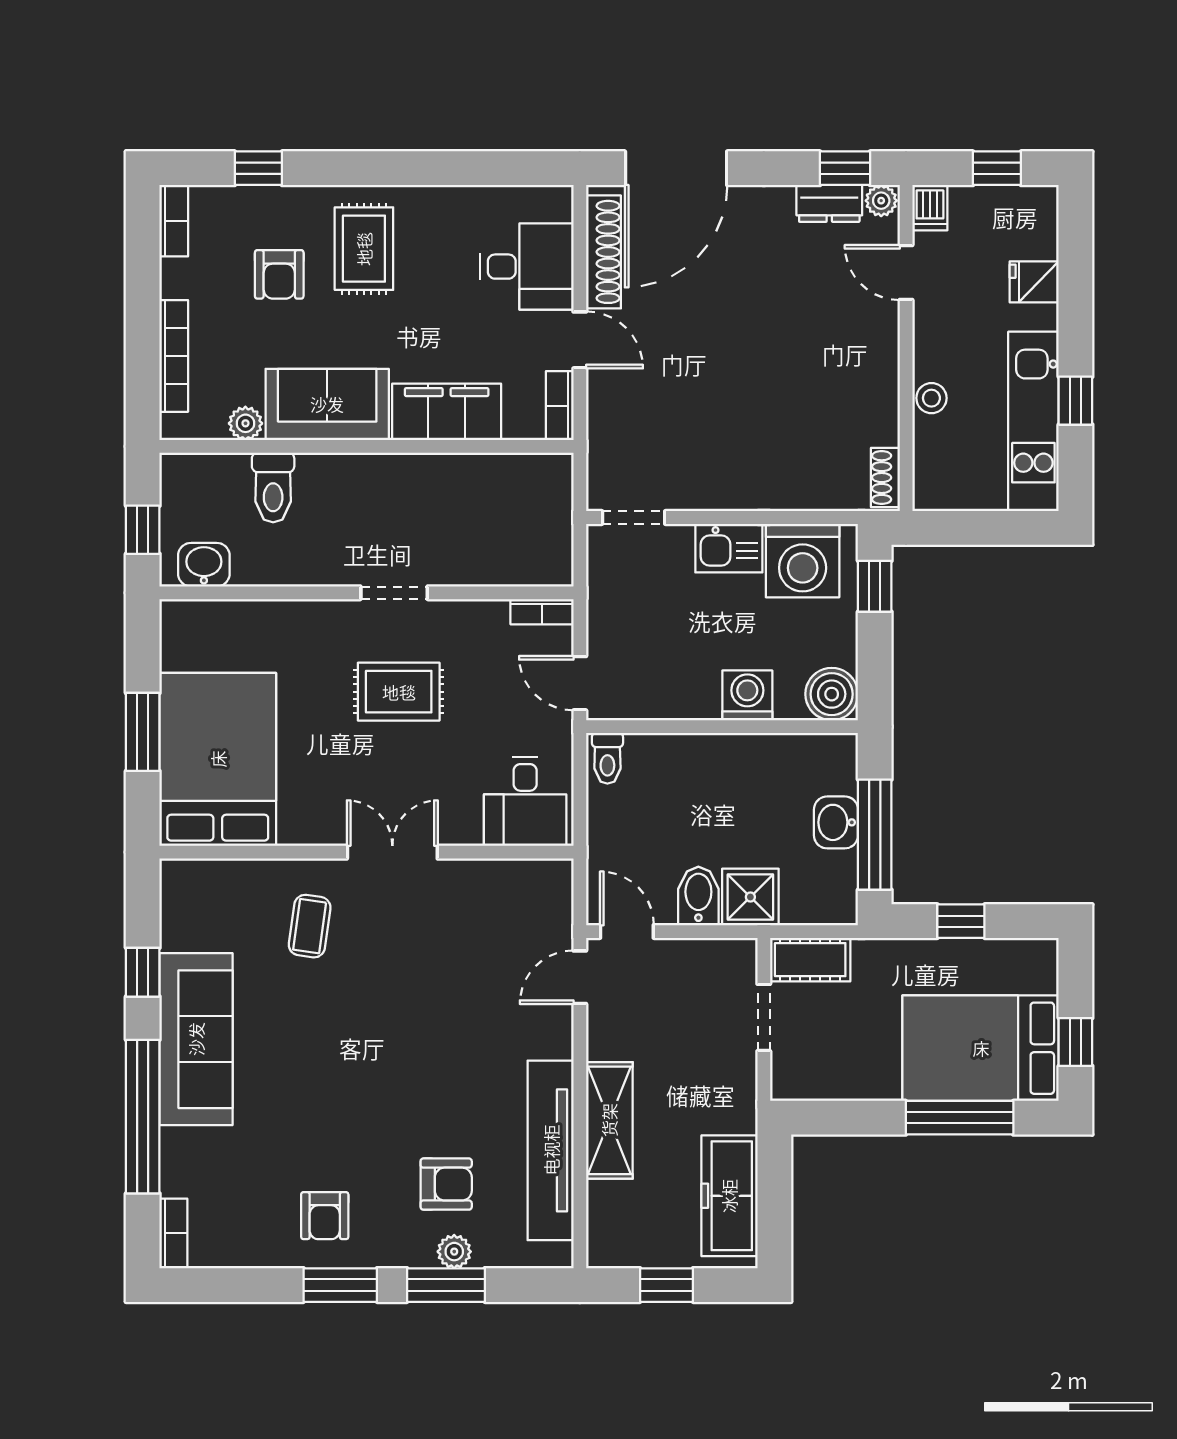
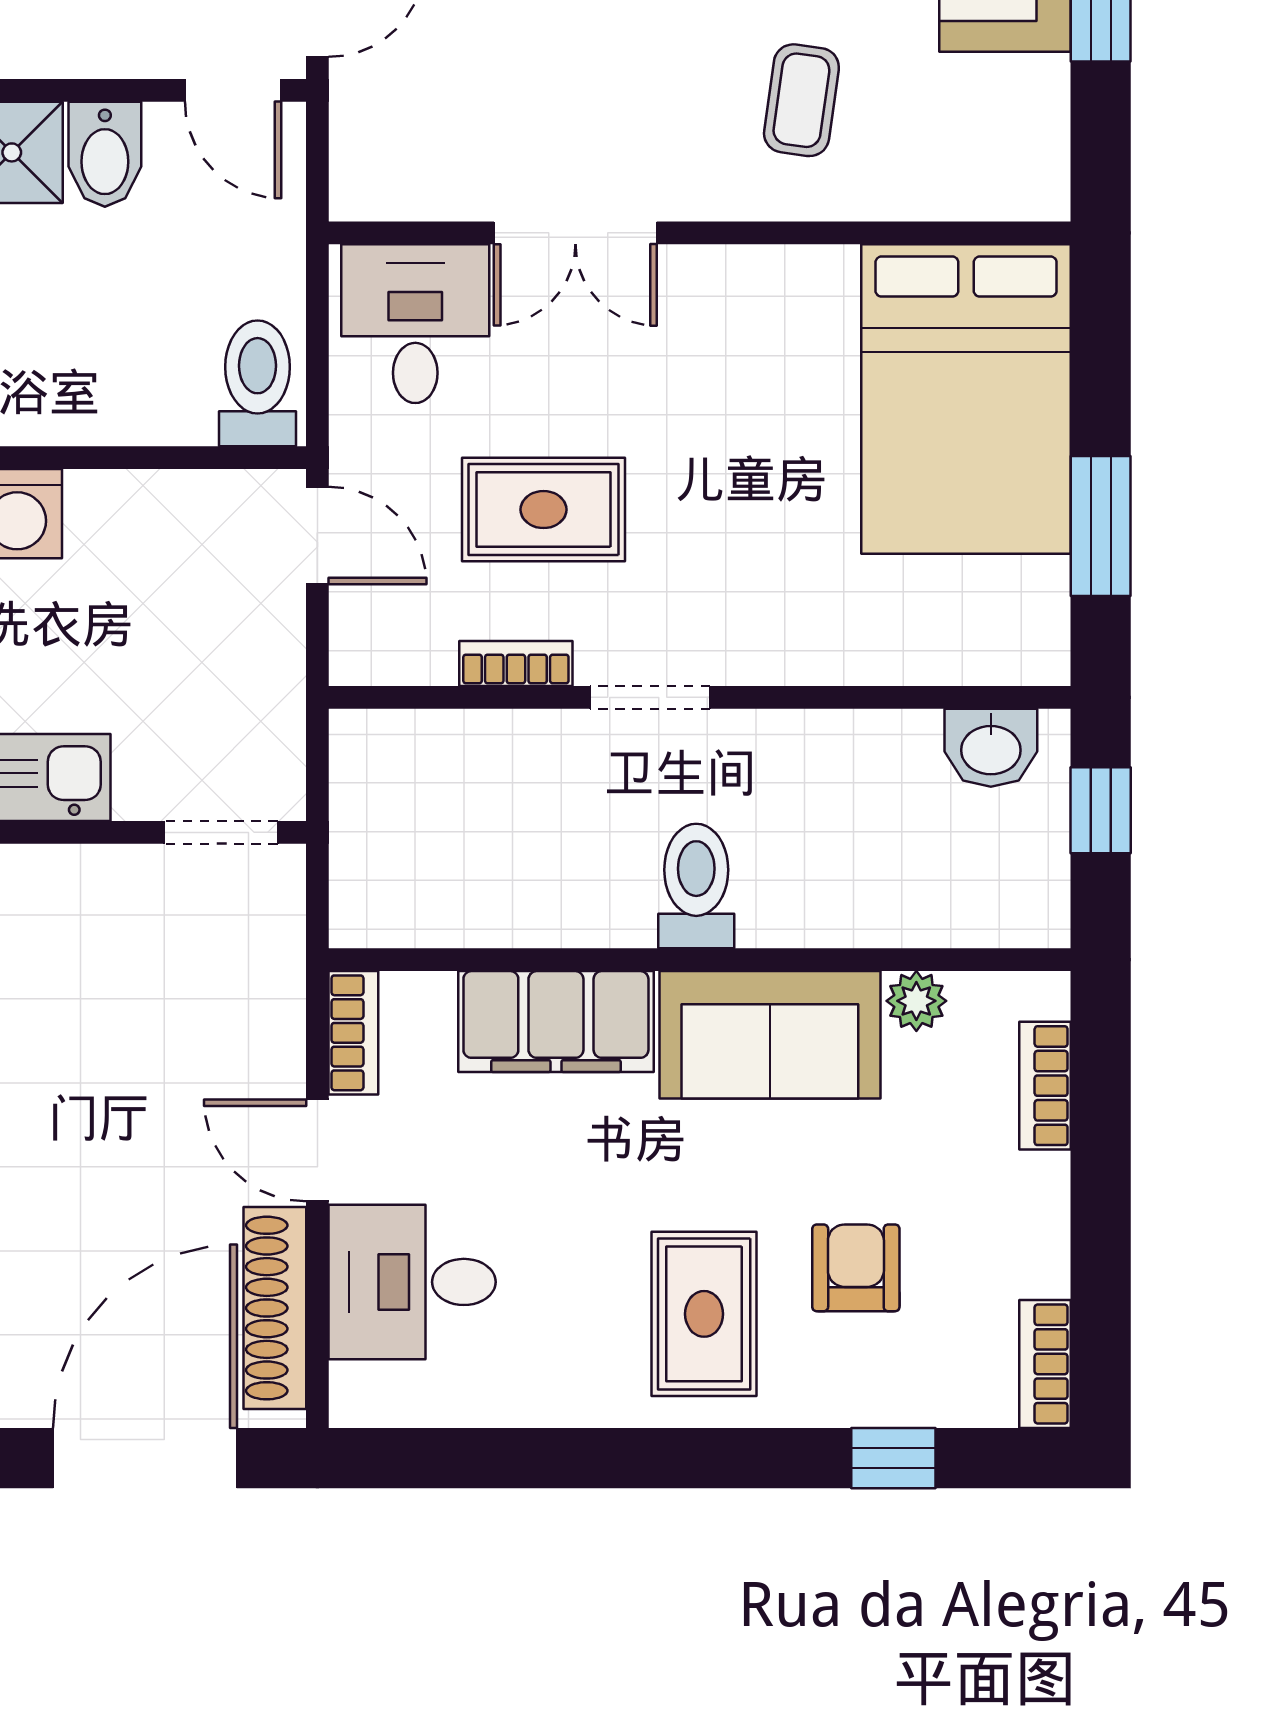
bookcase: (174, 356) -> (1045, 1086), width x0.64
toilet: (273, 487) -> (696, 886), moved
bookcase: (542, 612) -> (516, 664), moved
rug: (399, 692) -> (544, 510), moved
window: (143, 732) -> (1101, 526), moved
toilet: (607, 758) -> (258, 383), width x1.37, depth x1.39
double door: (392, 852) -> (575, 233), moved

